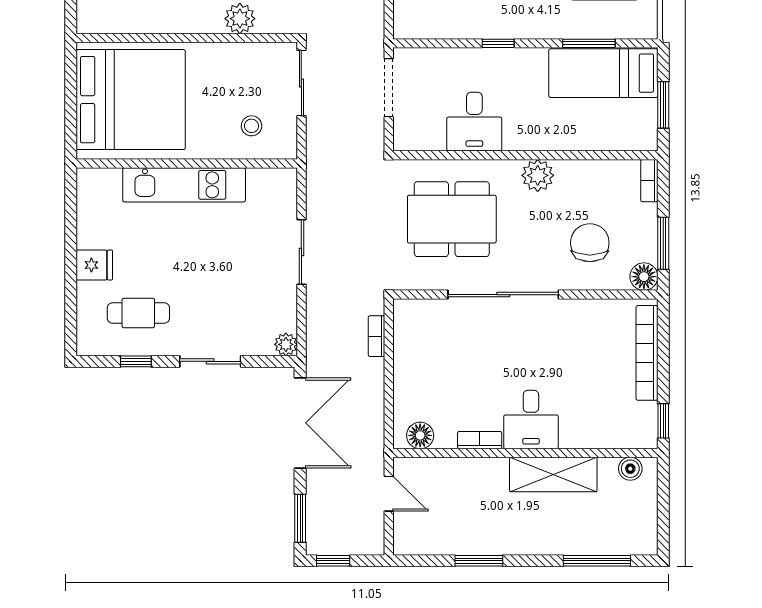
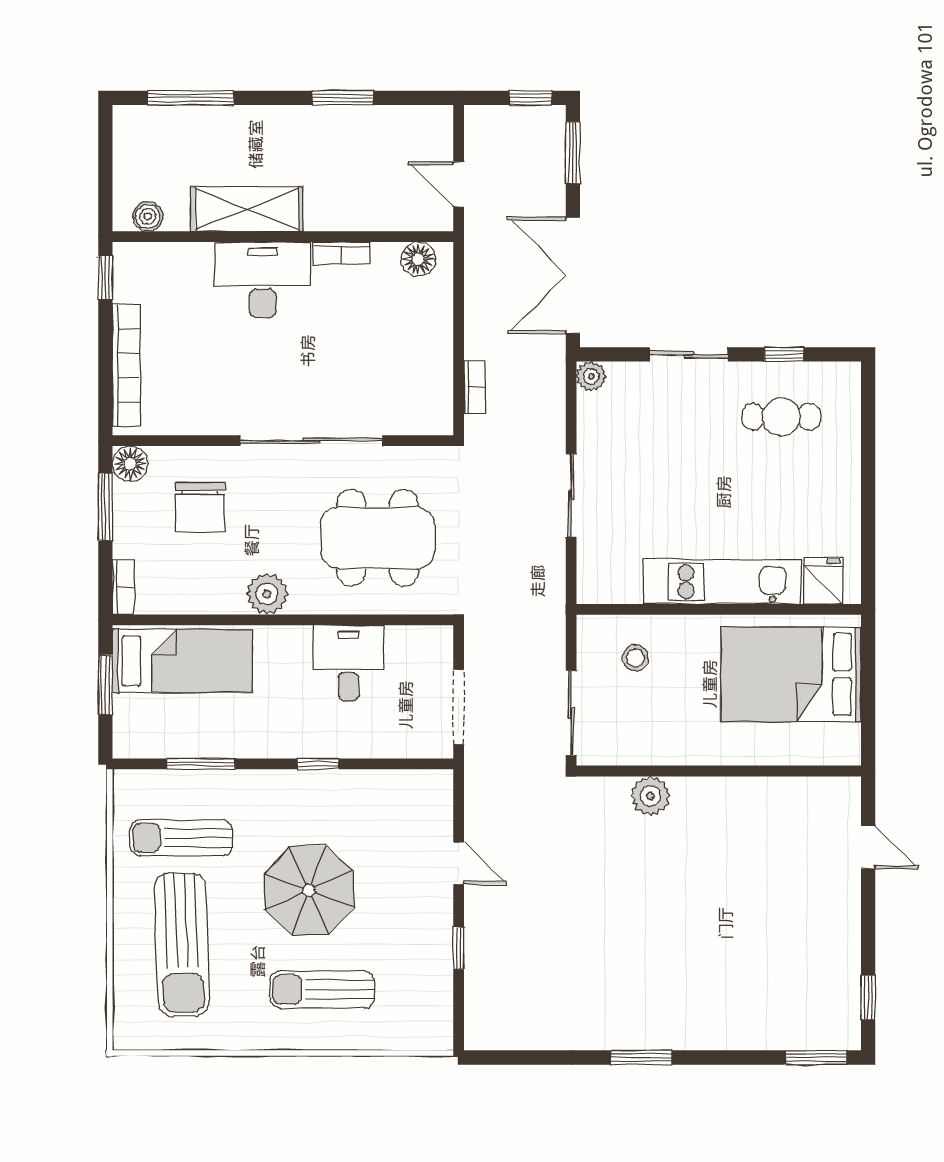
bed: (603, 73) -> (182, 661), moved
bed: (131, 100) -> (791, 674), width x0.73
fridge: (94, 265) -> (823, 581), moved, turned 90
desk: (531, 420) -> (263, 280), width x1.37

